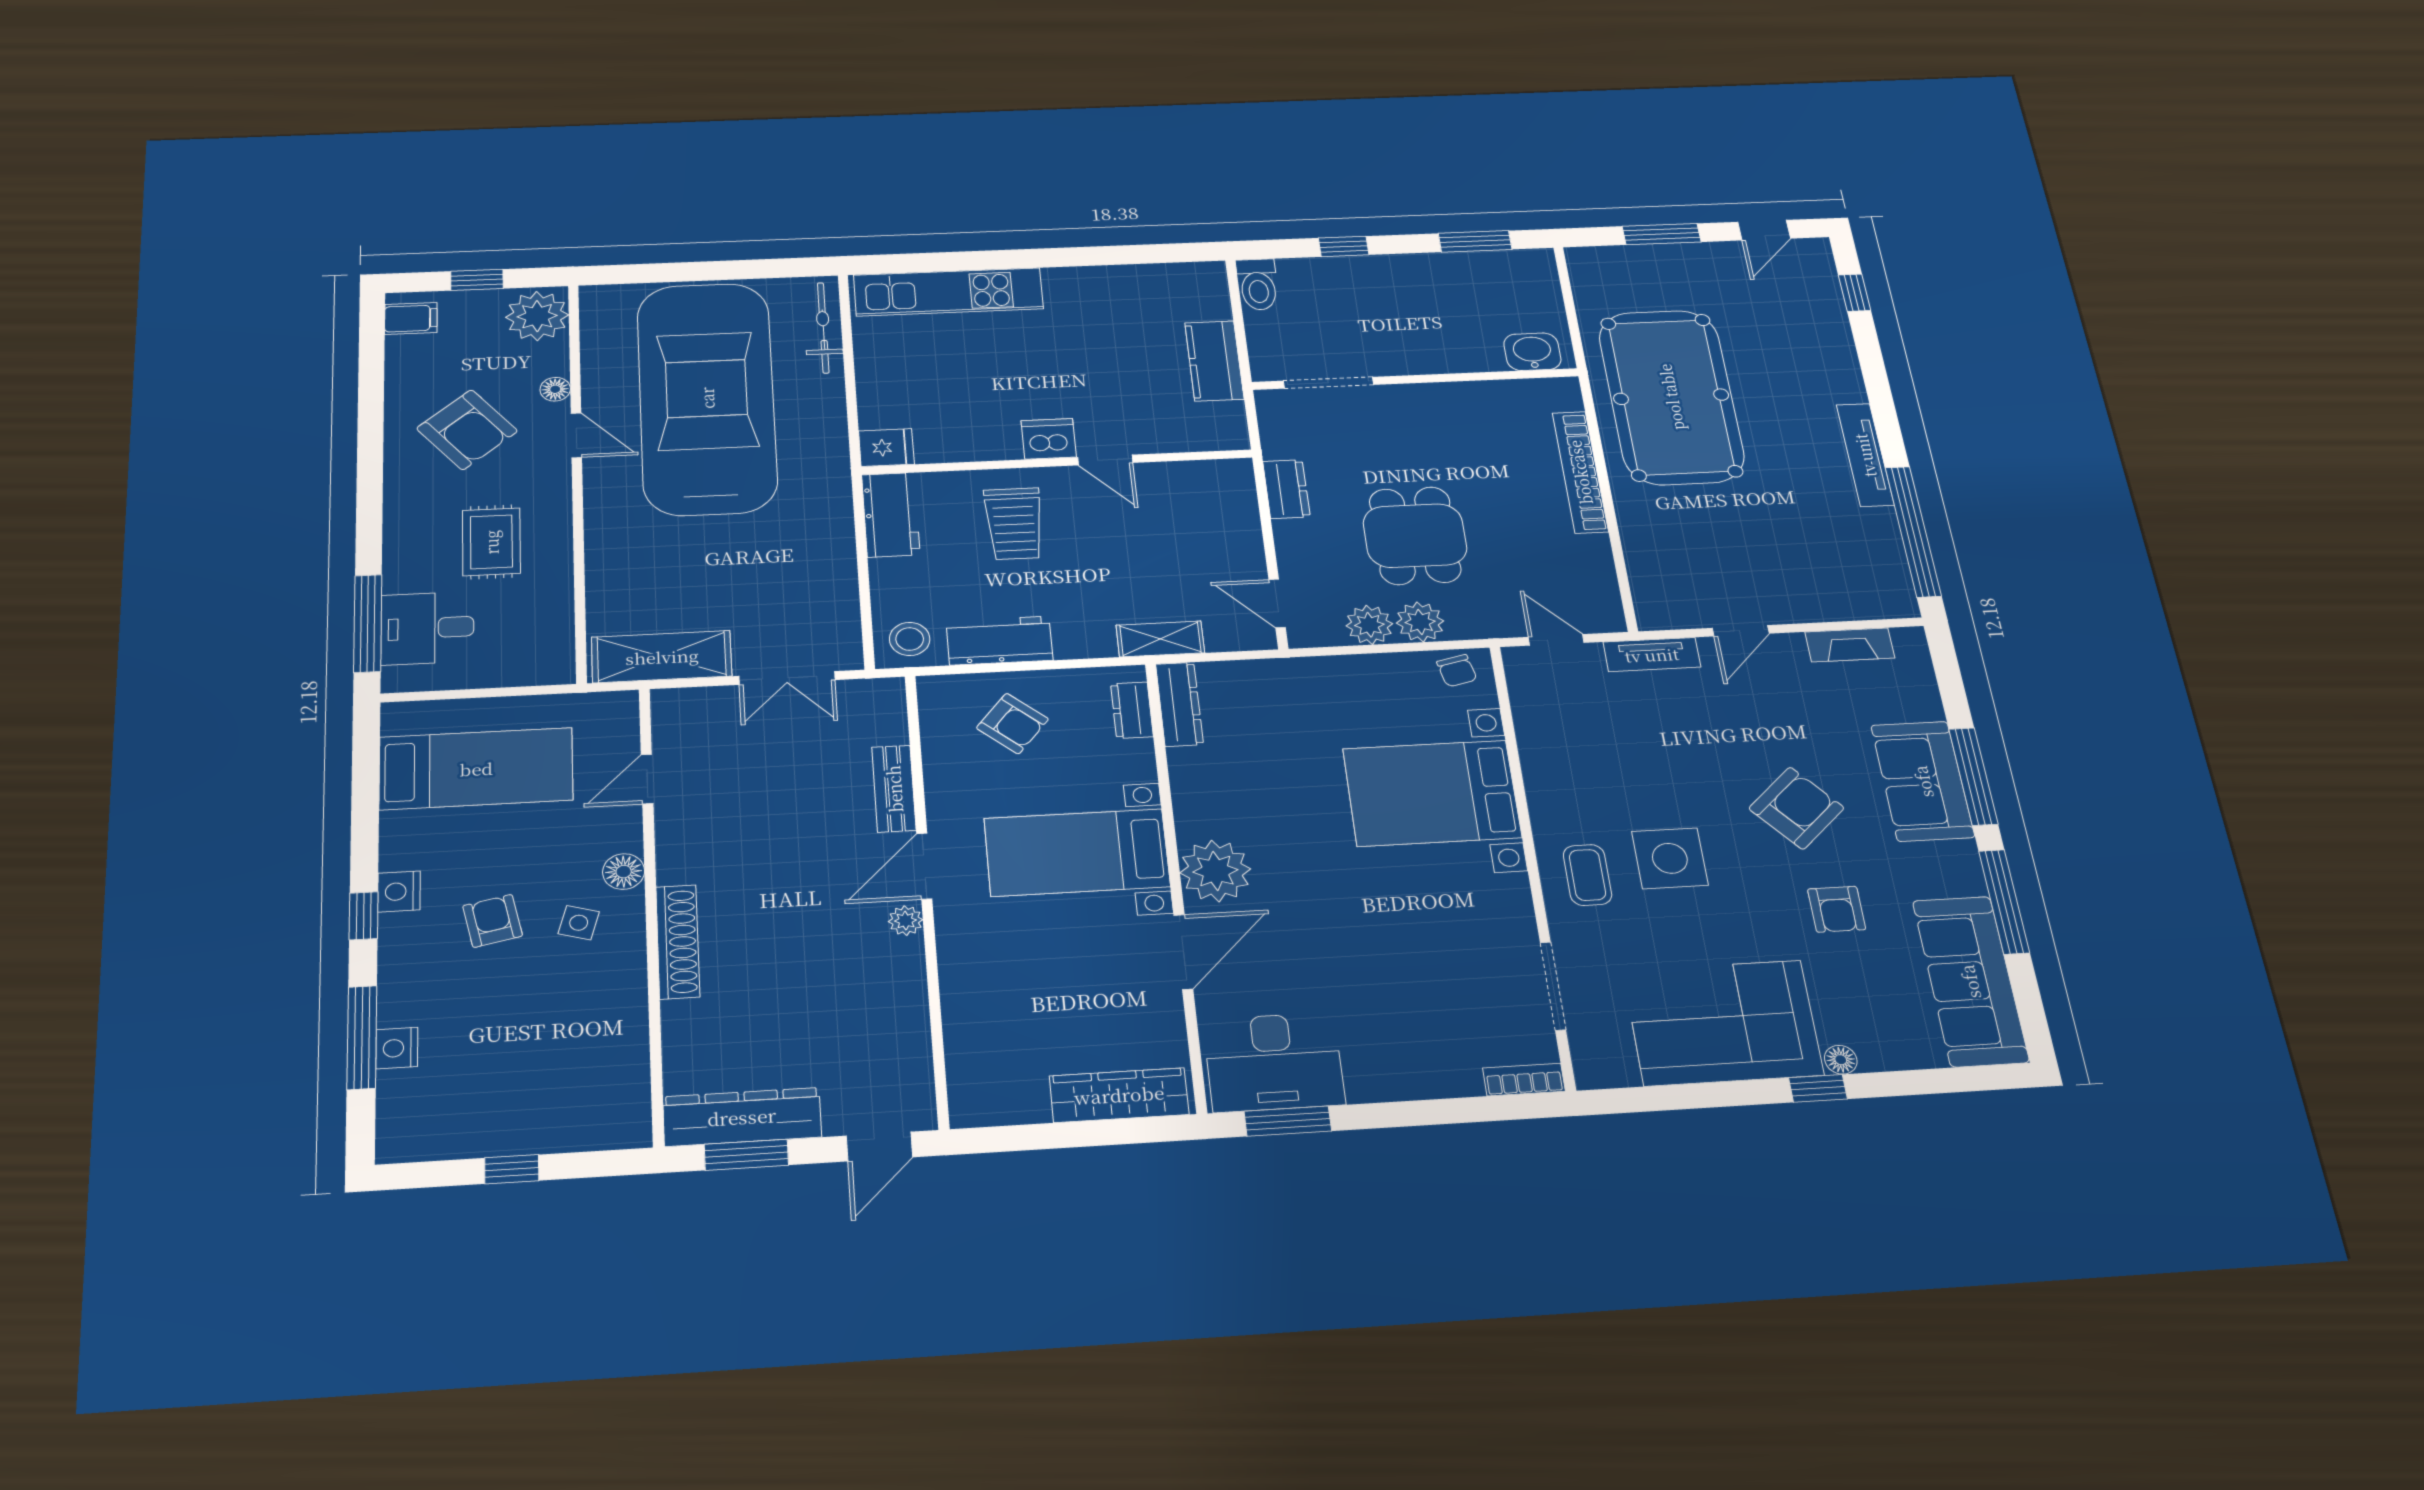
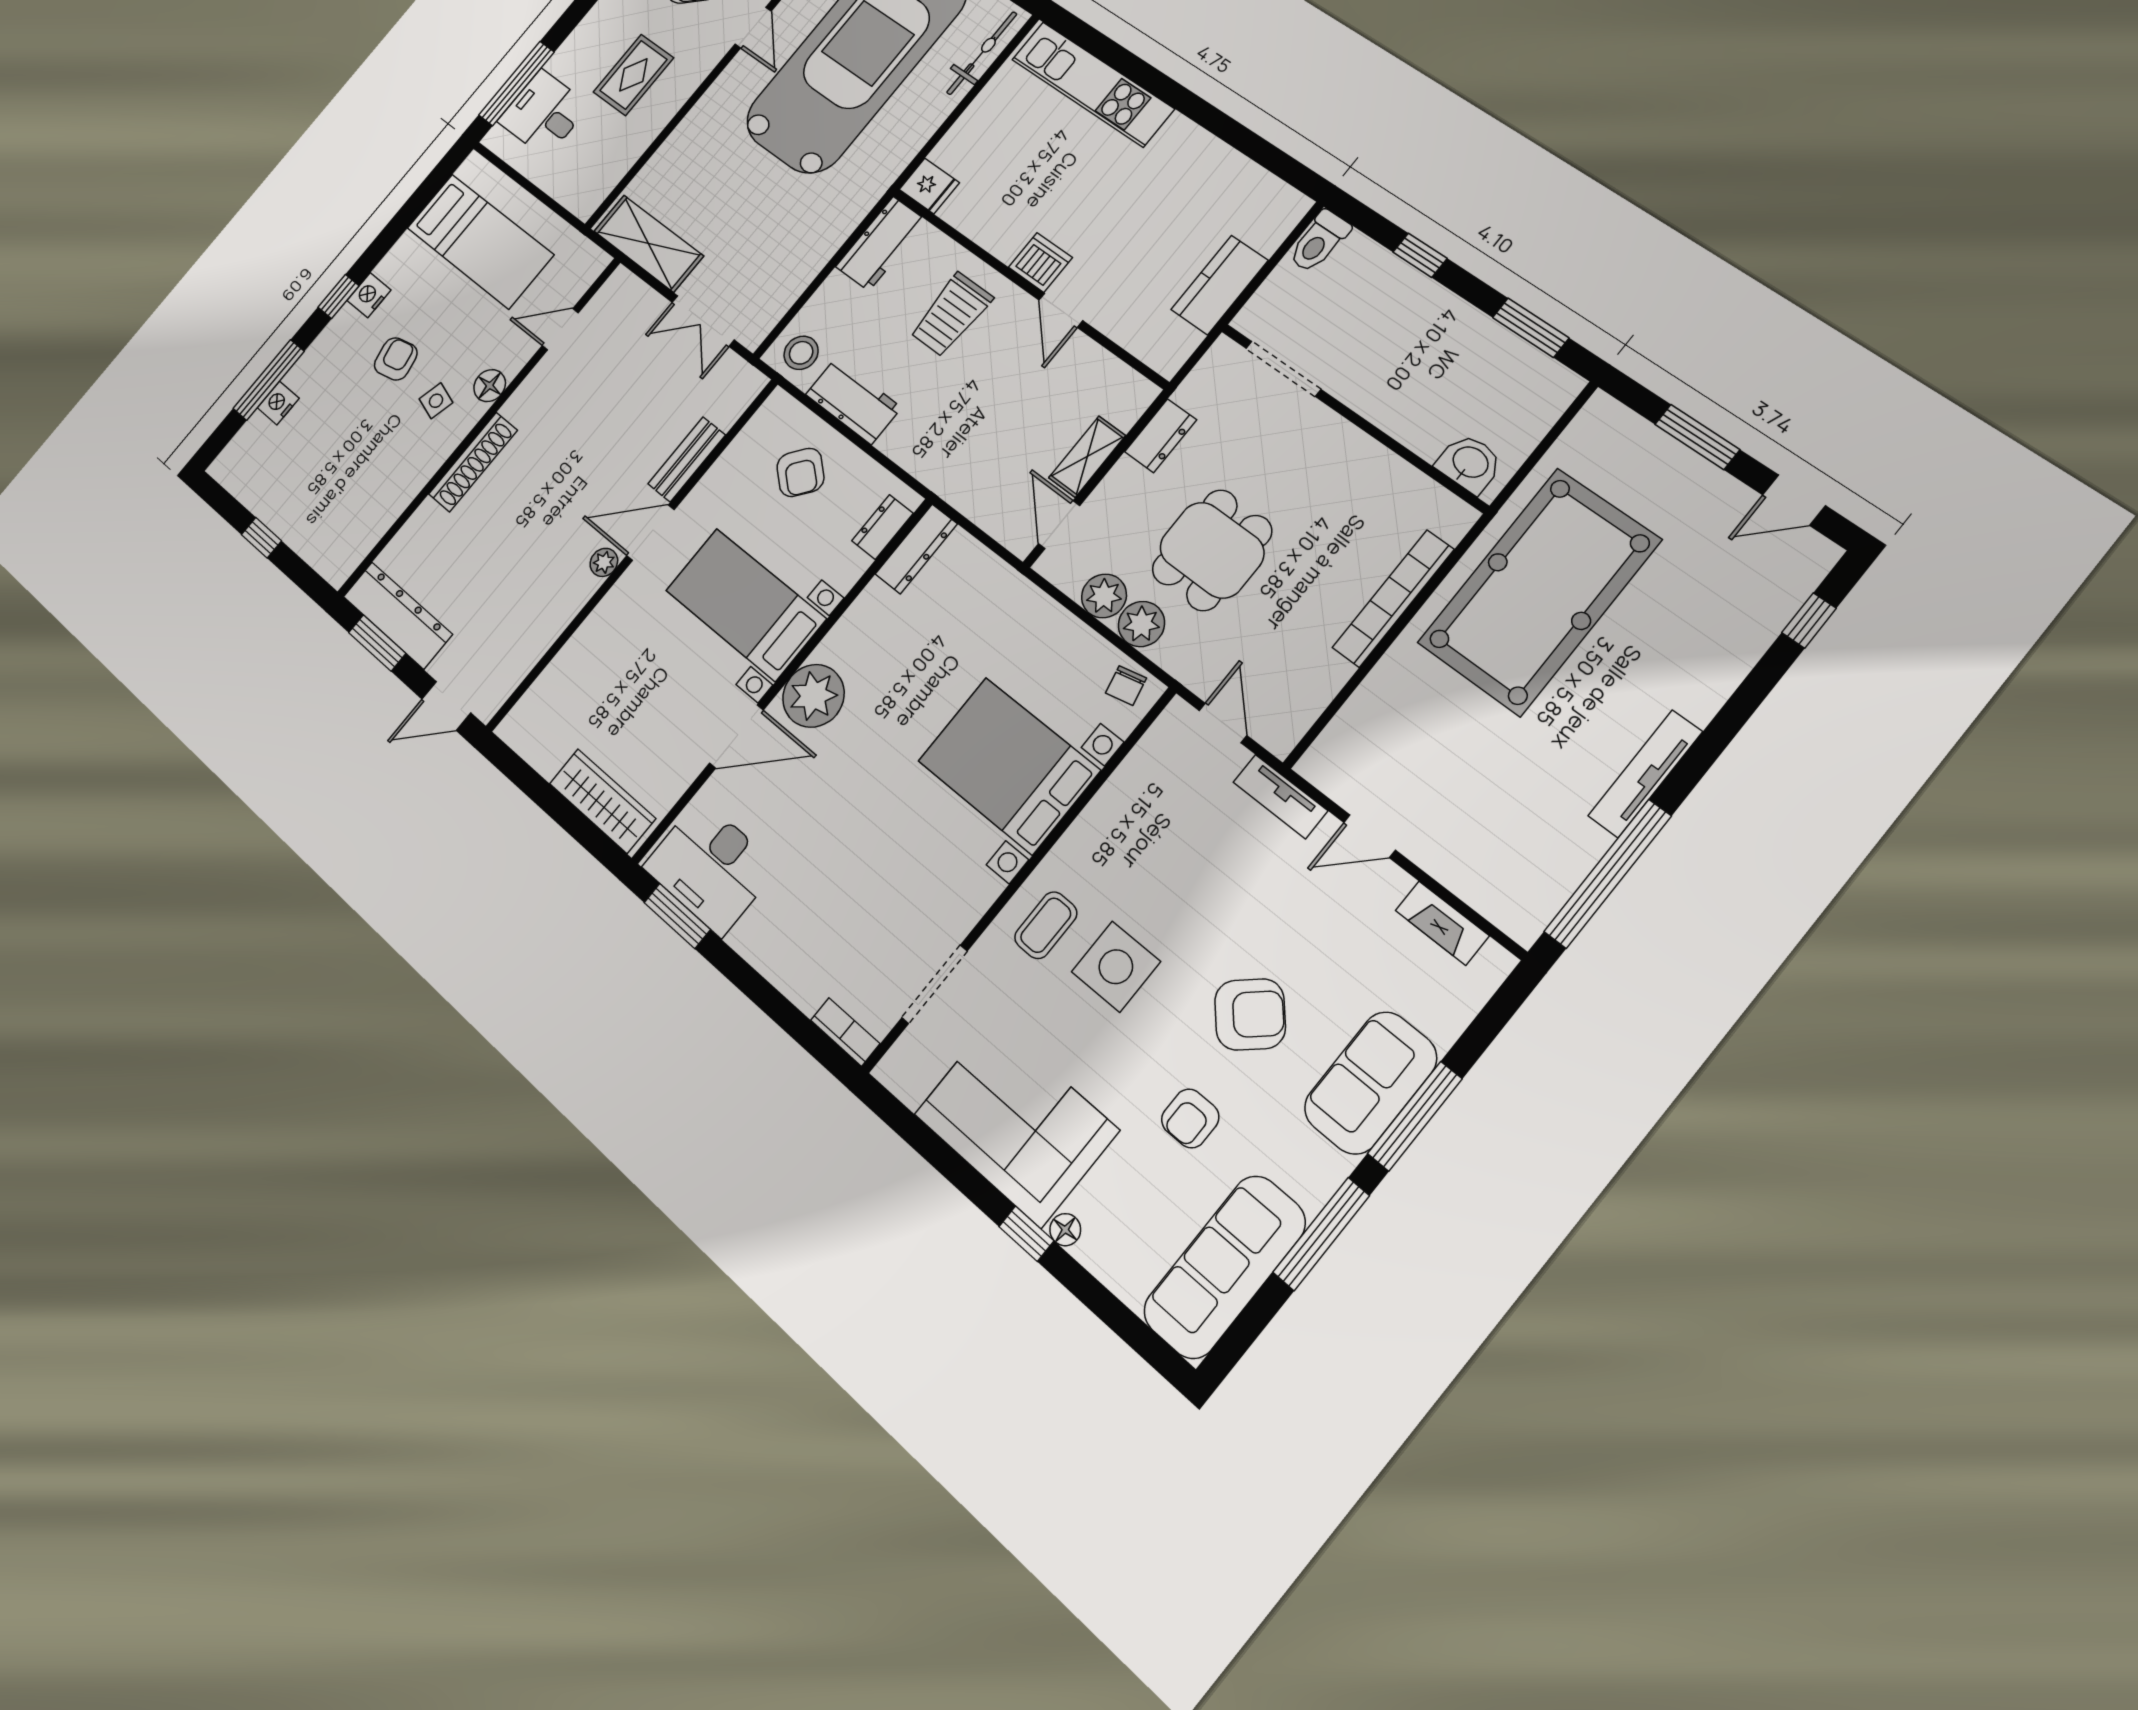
shelving: (1160, 639) -> (1087, 457), moved, turned 90

